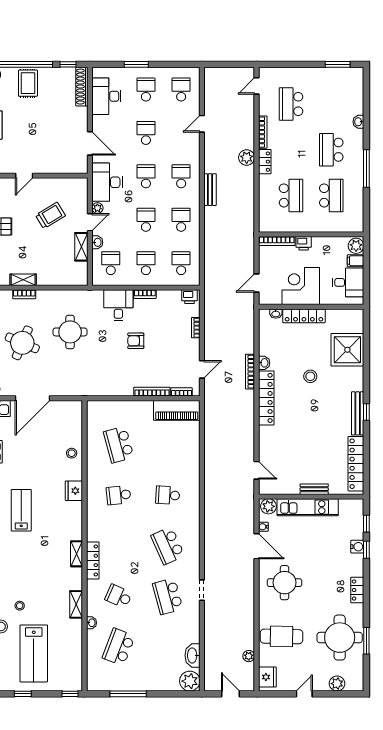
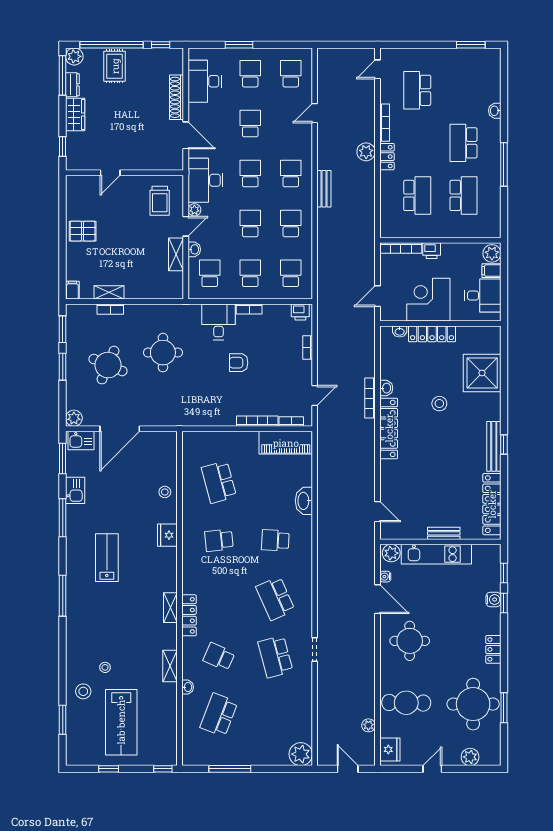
shoe rack: (82, 87) -> (177, 97), moved
trolley: (50, 215) -> (160, 201), moved, turned 121
washbasin: (193, 655) -> (304, 501), moved

